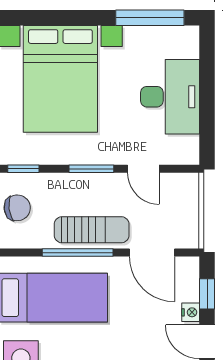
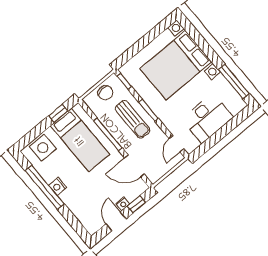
door: (143, 169) -> (176, 144), moved
sun lounger: (92, 230) -> (132, 119), moved
door: (152, 253) -> (134, 166), hinge flipped

